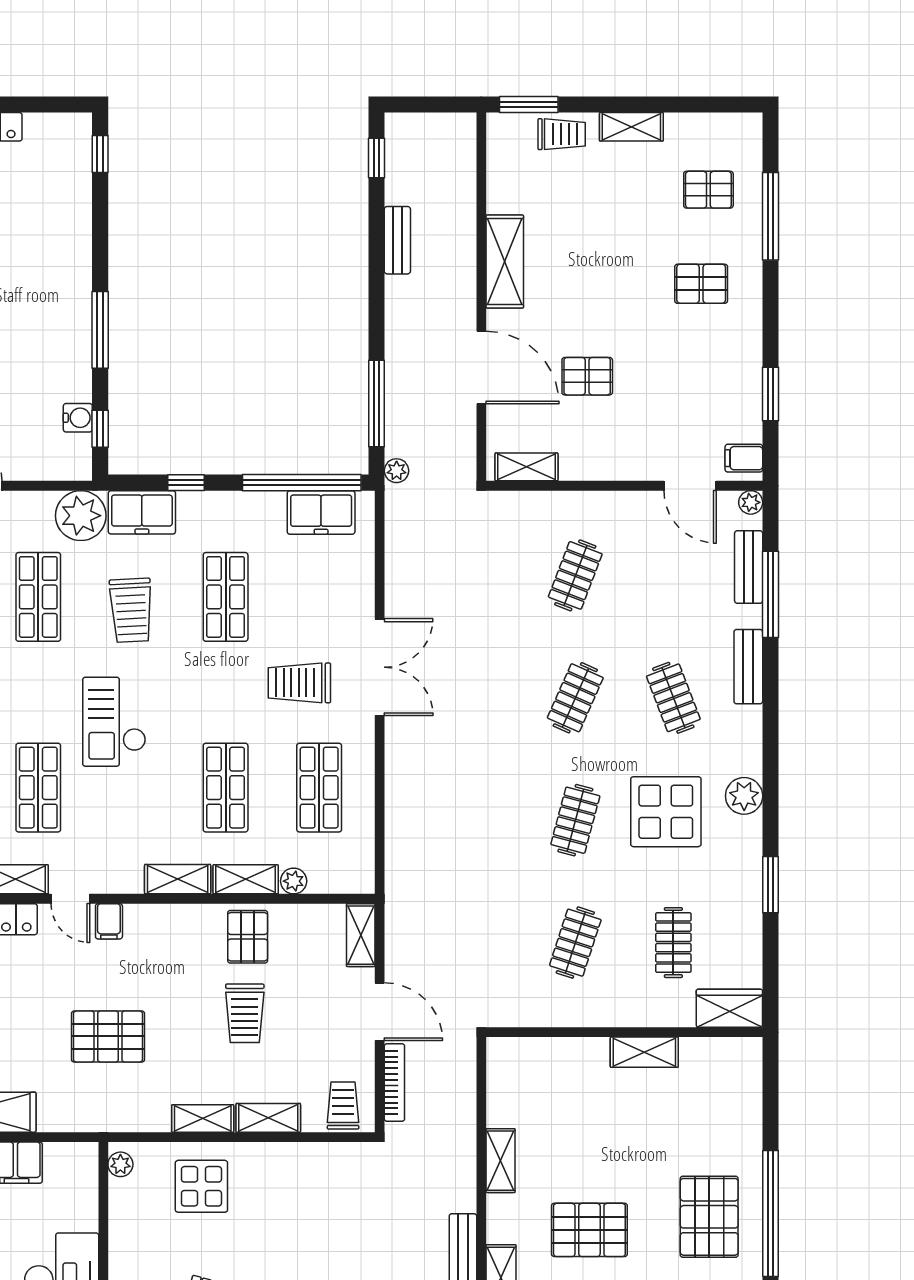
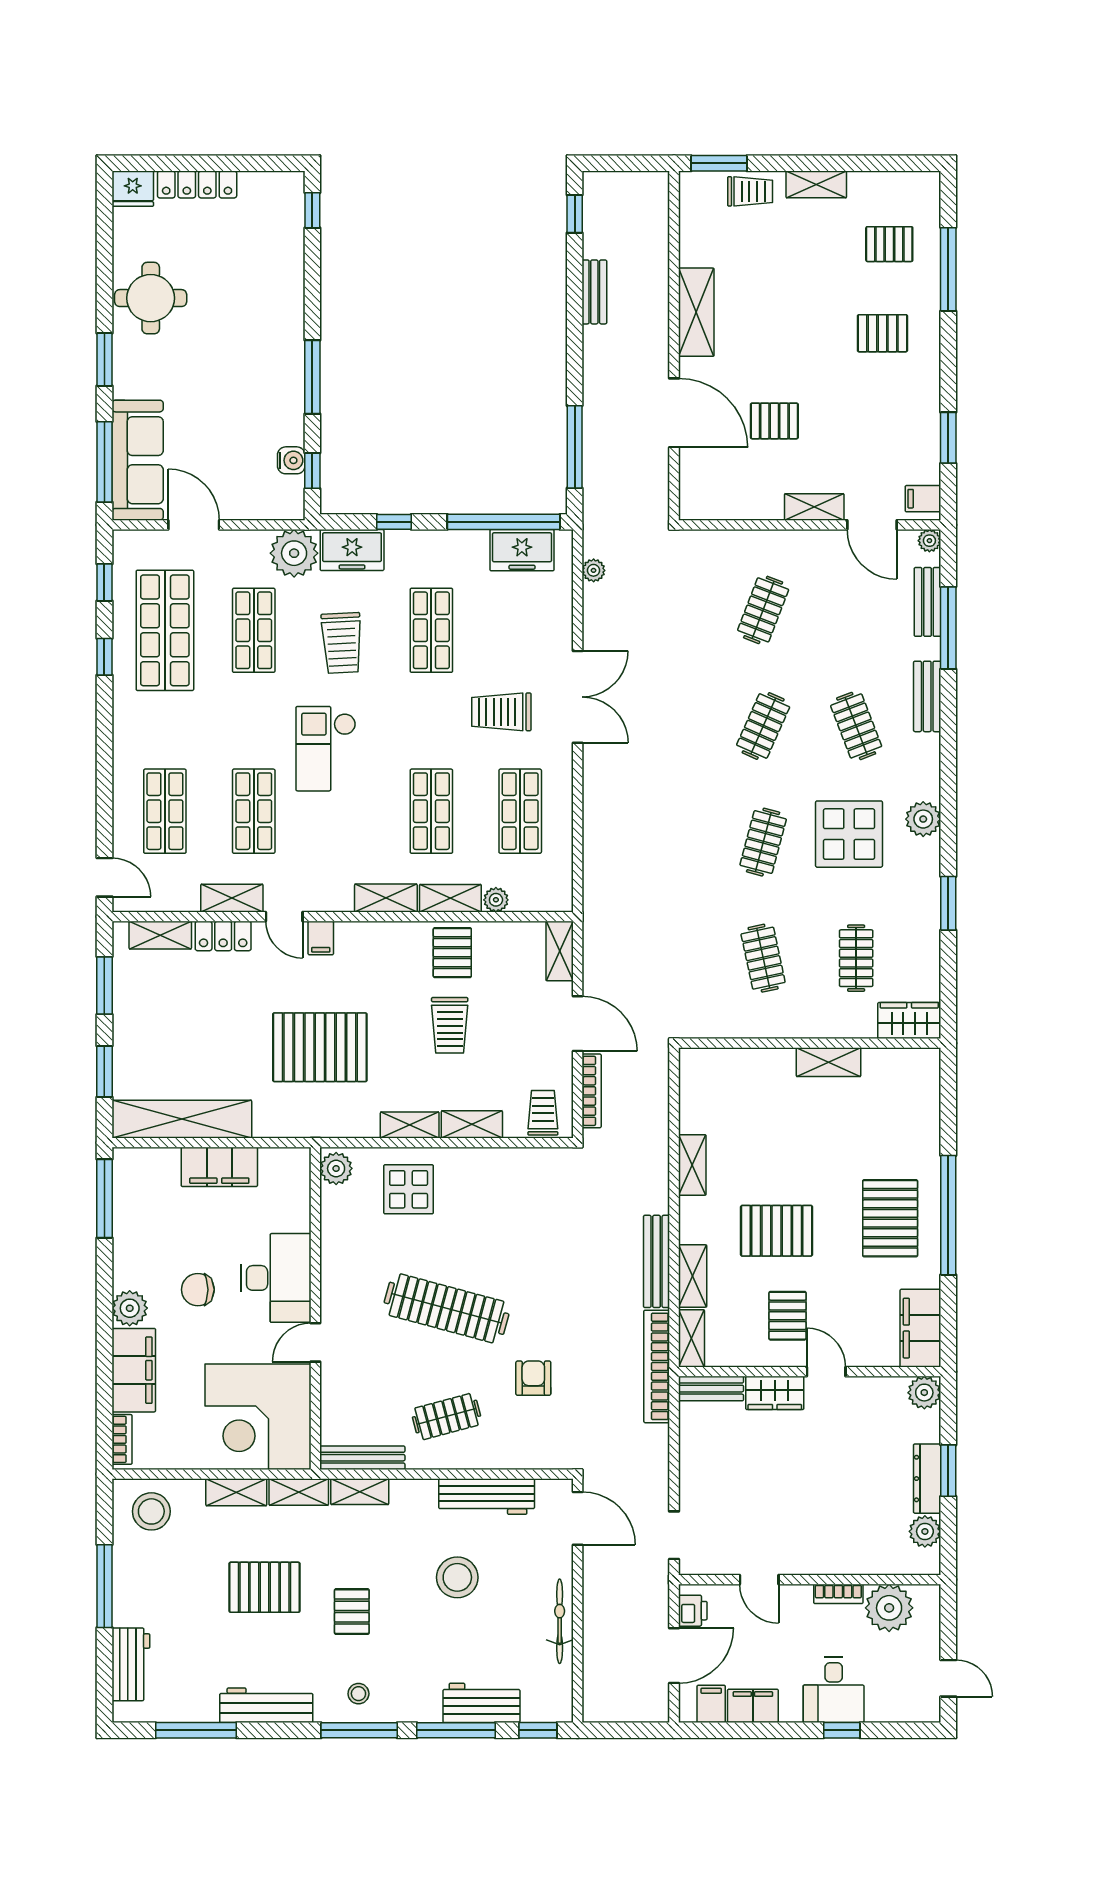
shelving: (526, 467) -> (814, 507), moved
plant: (397, 471) -> (594, 570), moved
clothes rail: (575, 943) -> (763, 958), turned -30
pallet: (108, 1036) -> (320, 1047), width x1.37, depth x1.41
plant: (120, 1164) -> (336, 1168), width x1.38, depth x1.38

